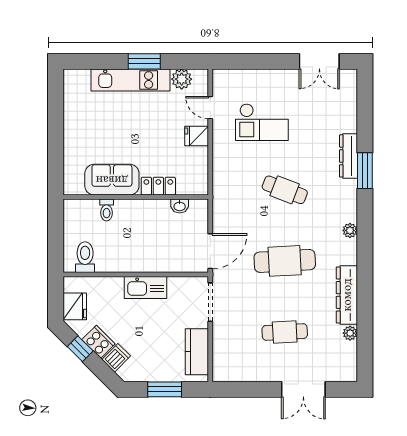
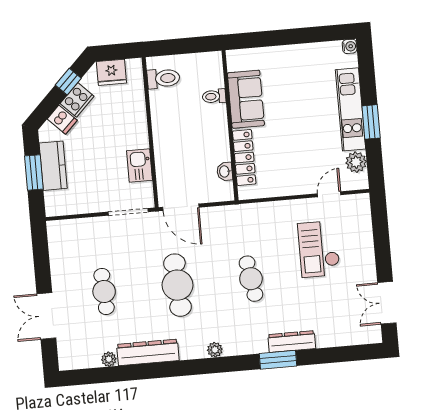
water cooler: (70, 76) -> (350, 46), added
fridge: (197, 136) -> (299, 183), removed
locker: (158, 186) -> (244, 157), width x1.53
cafe table: (285, 190) -> (251, 279), turned -30
kitchen sink: (146, 287) -> (139, 166), moved, width x0.73
kitchen counter: (197, 352) -> (53, 166), moved, turned 90

